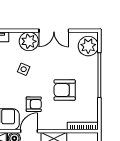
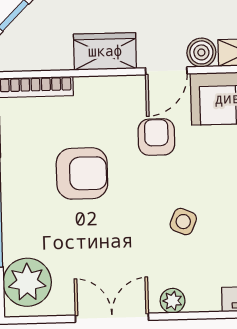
plant: (29, 41) -> (173, 301), width x0.53, depth x0.53
armchair: (34, 104) -> (156, 137), turned 90

